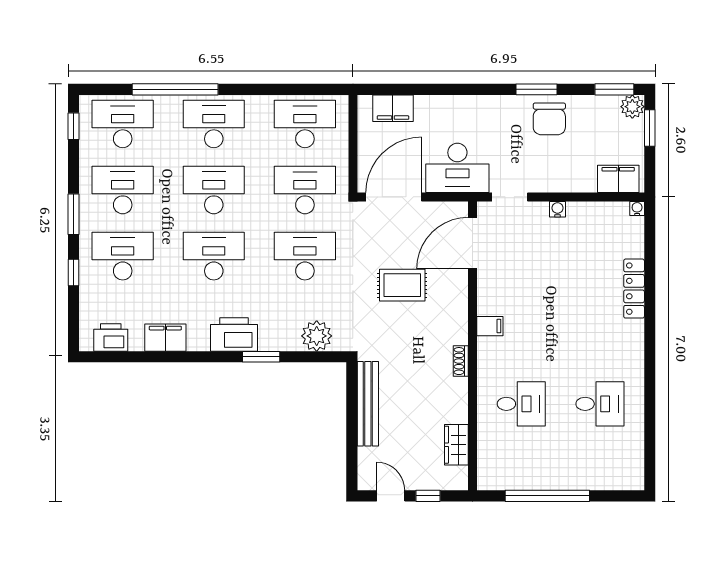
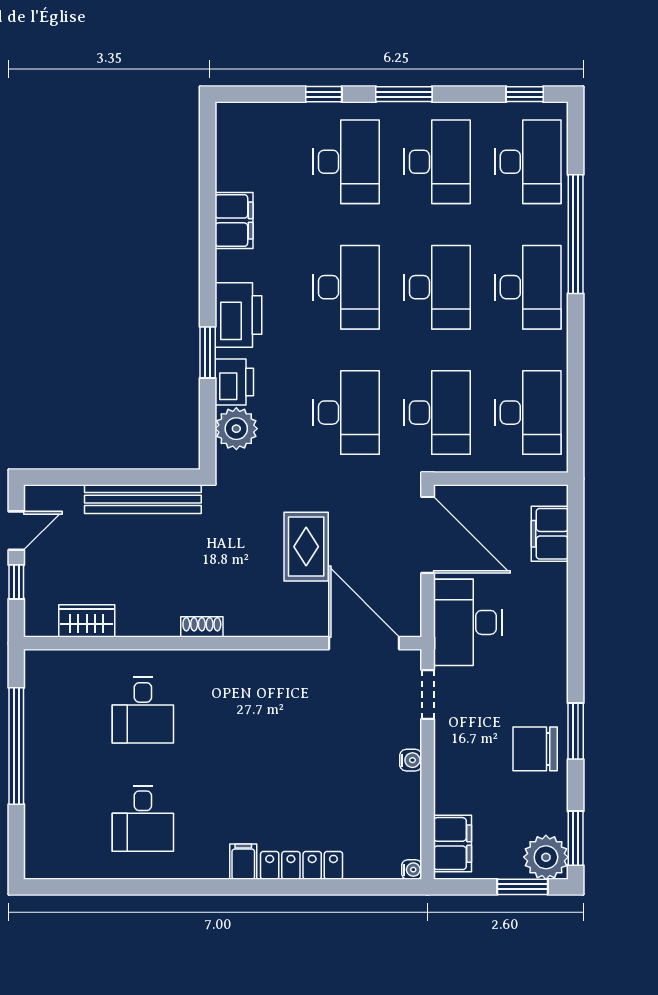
plant: (632, 107) -> (546, 857), width x1.36, depth x1.36
filing cabinet: (490, 326) -> (243, 862), moved, turned 180
printer: (111, 337) -> (234, 382), moved

